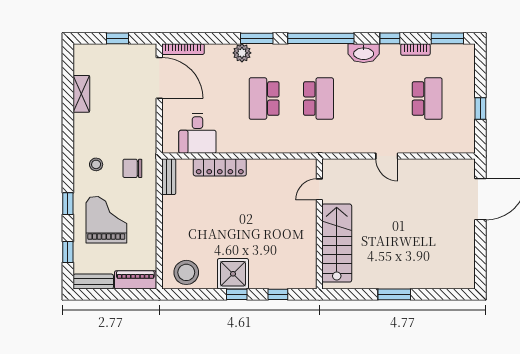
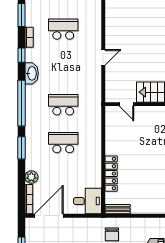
plant: (242, 53) -> (31, 177), moved
school desk: (264, 99) -> (63, 143), turned 180
desk: (197, 133) -> (88, 201), moved

